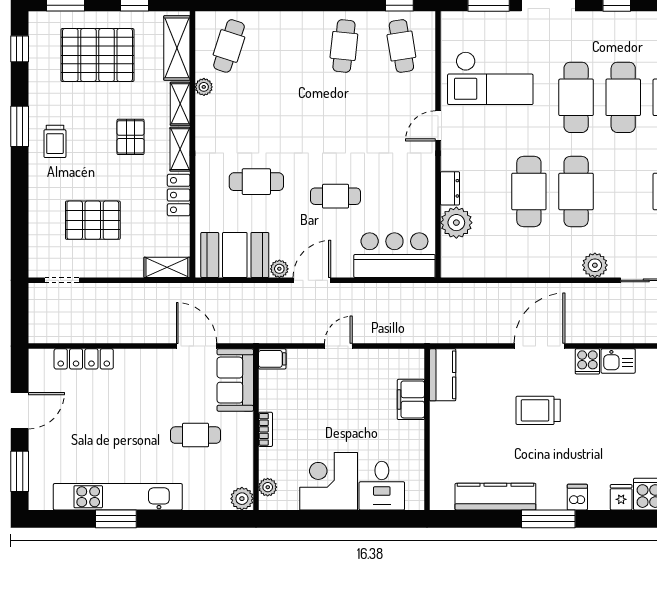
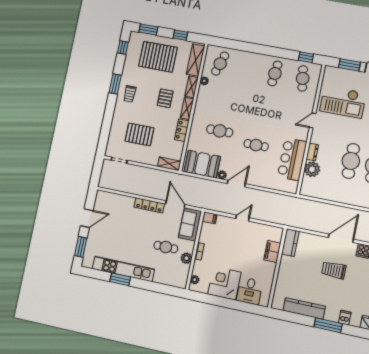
bar counter: (394, 255) -> (292, 159), moved, turned -90
locker: (84, 359) -> (149, 205), moved
plant: (242, 499) -> (186, 258), moved

